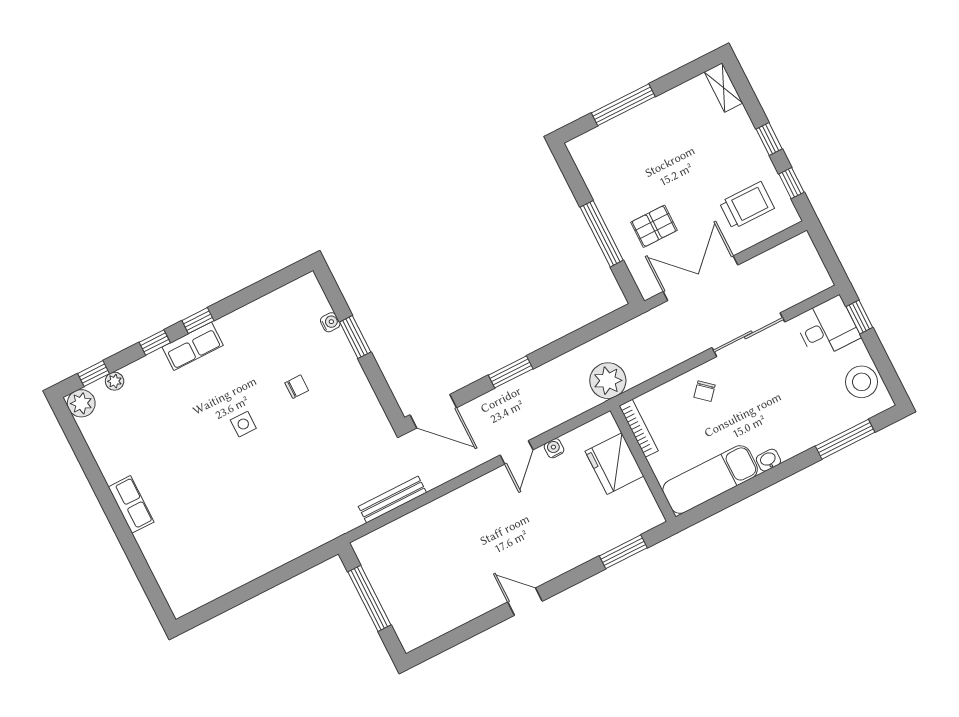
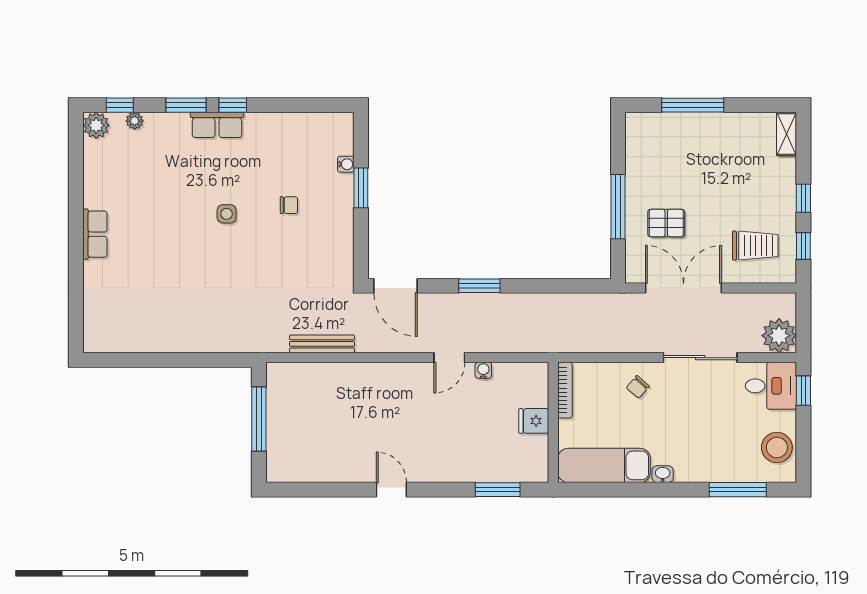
window: (155, 342) -> (186, 105), width x1.50
plant: (608, 381) -> (779, 336), moved
fridge: (614, 464) -> (534, 421), width x0.53, depth x0.75

